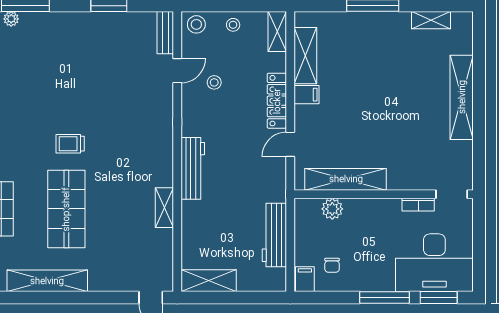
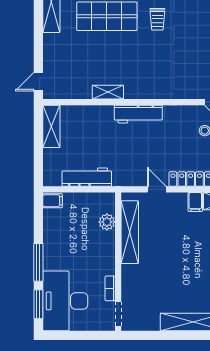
trolley: (70, 144) -> (157, 19), turned 180
chair: (332, 265) -> (63, 222), removed

